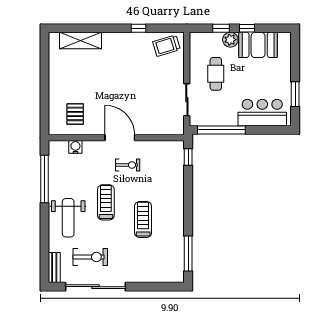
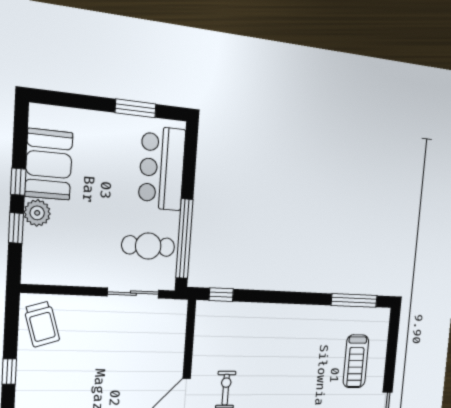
cafe table: (216, 74) -> (148, 246), moved
treadmill: (143, 220) -> (356, 361), moved, turned -90

